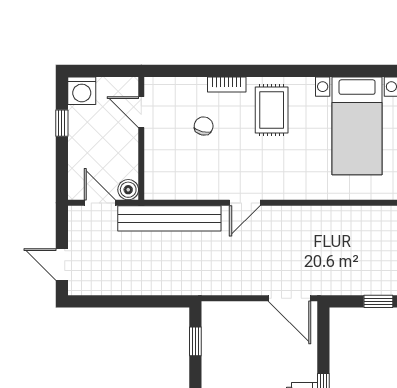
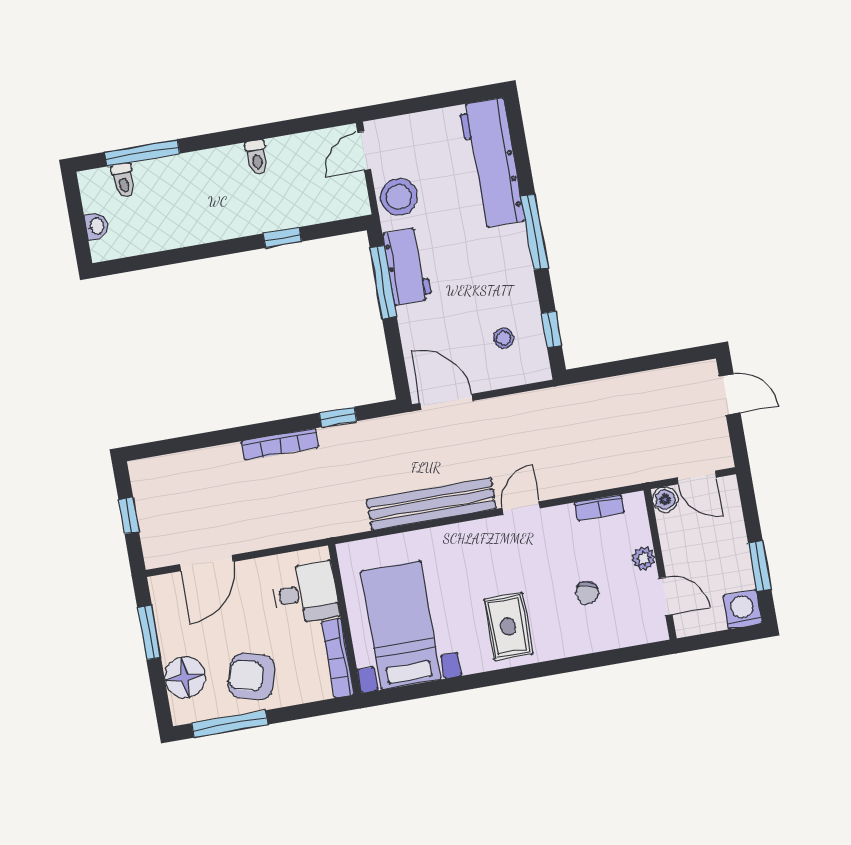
bookcase: (227, 84) -> (599, 508), moved, turned 180
window: (62, 123) -> (760, 566), width x1.50
plant: (154, 145) -> (643, 558), added
bench: (169, 218) -> (431, 504), moved
stool: (235, 341) -> (504, 338), added

